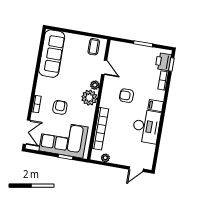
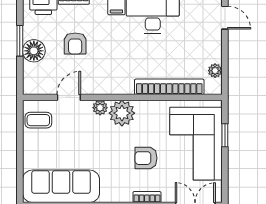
floor lamp: (136, 51) -> (34, 51), added
armchair: (127, 96) -> (75, 44), moved

